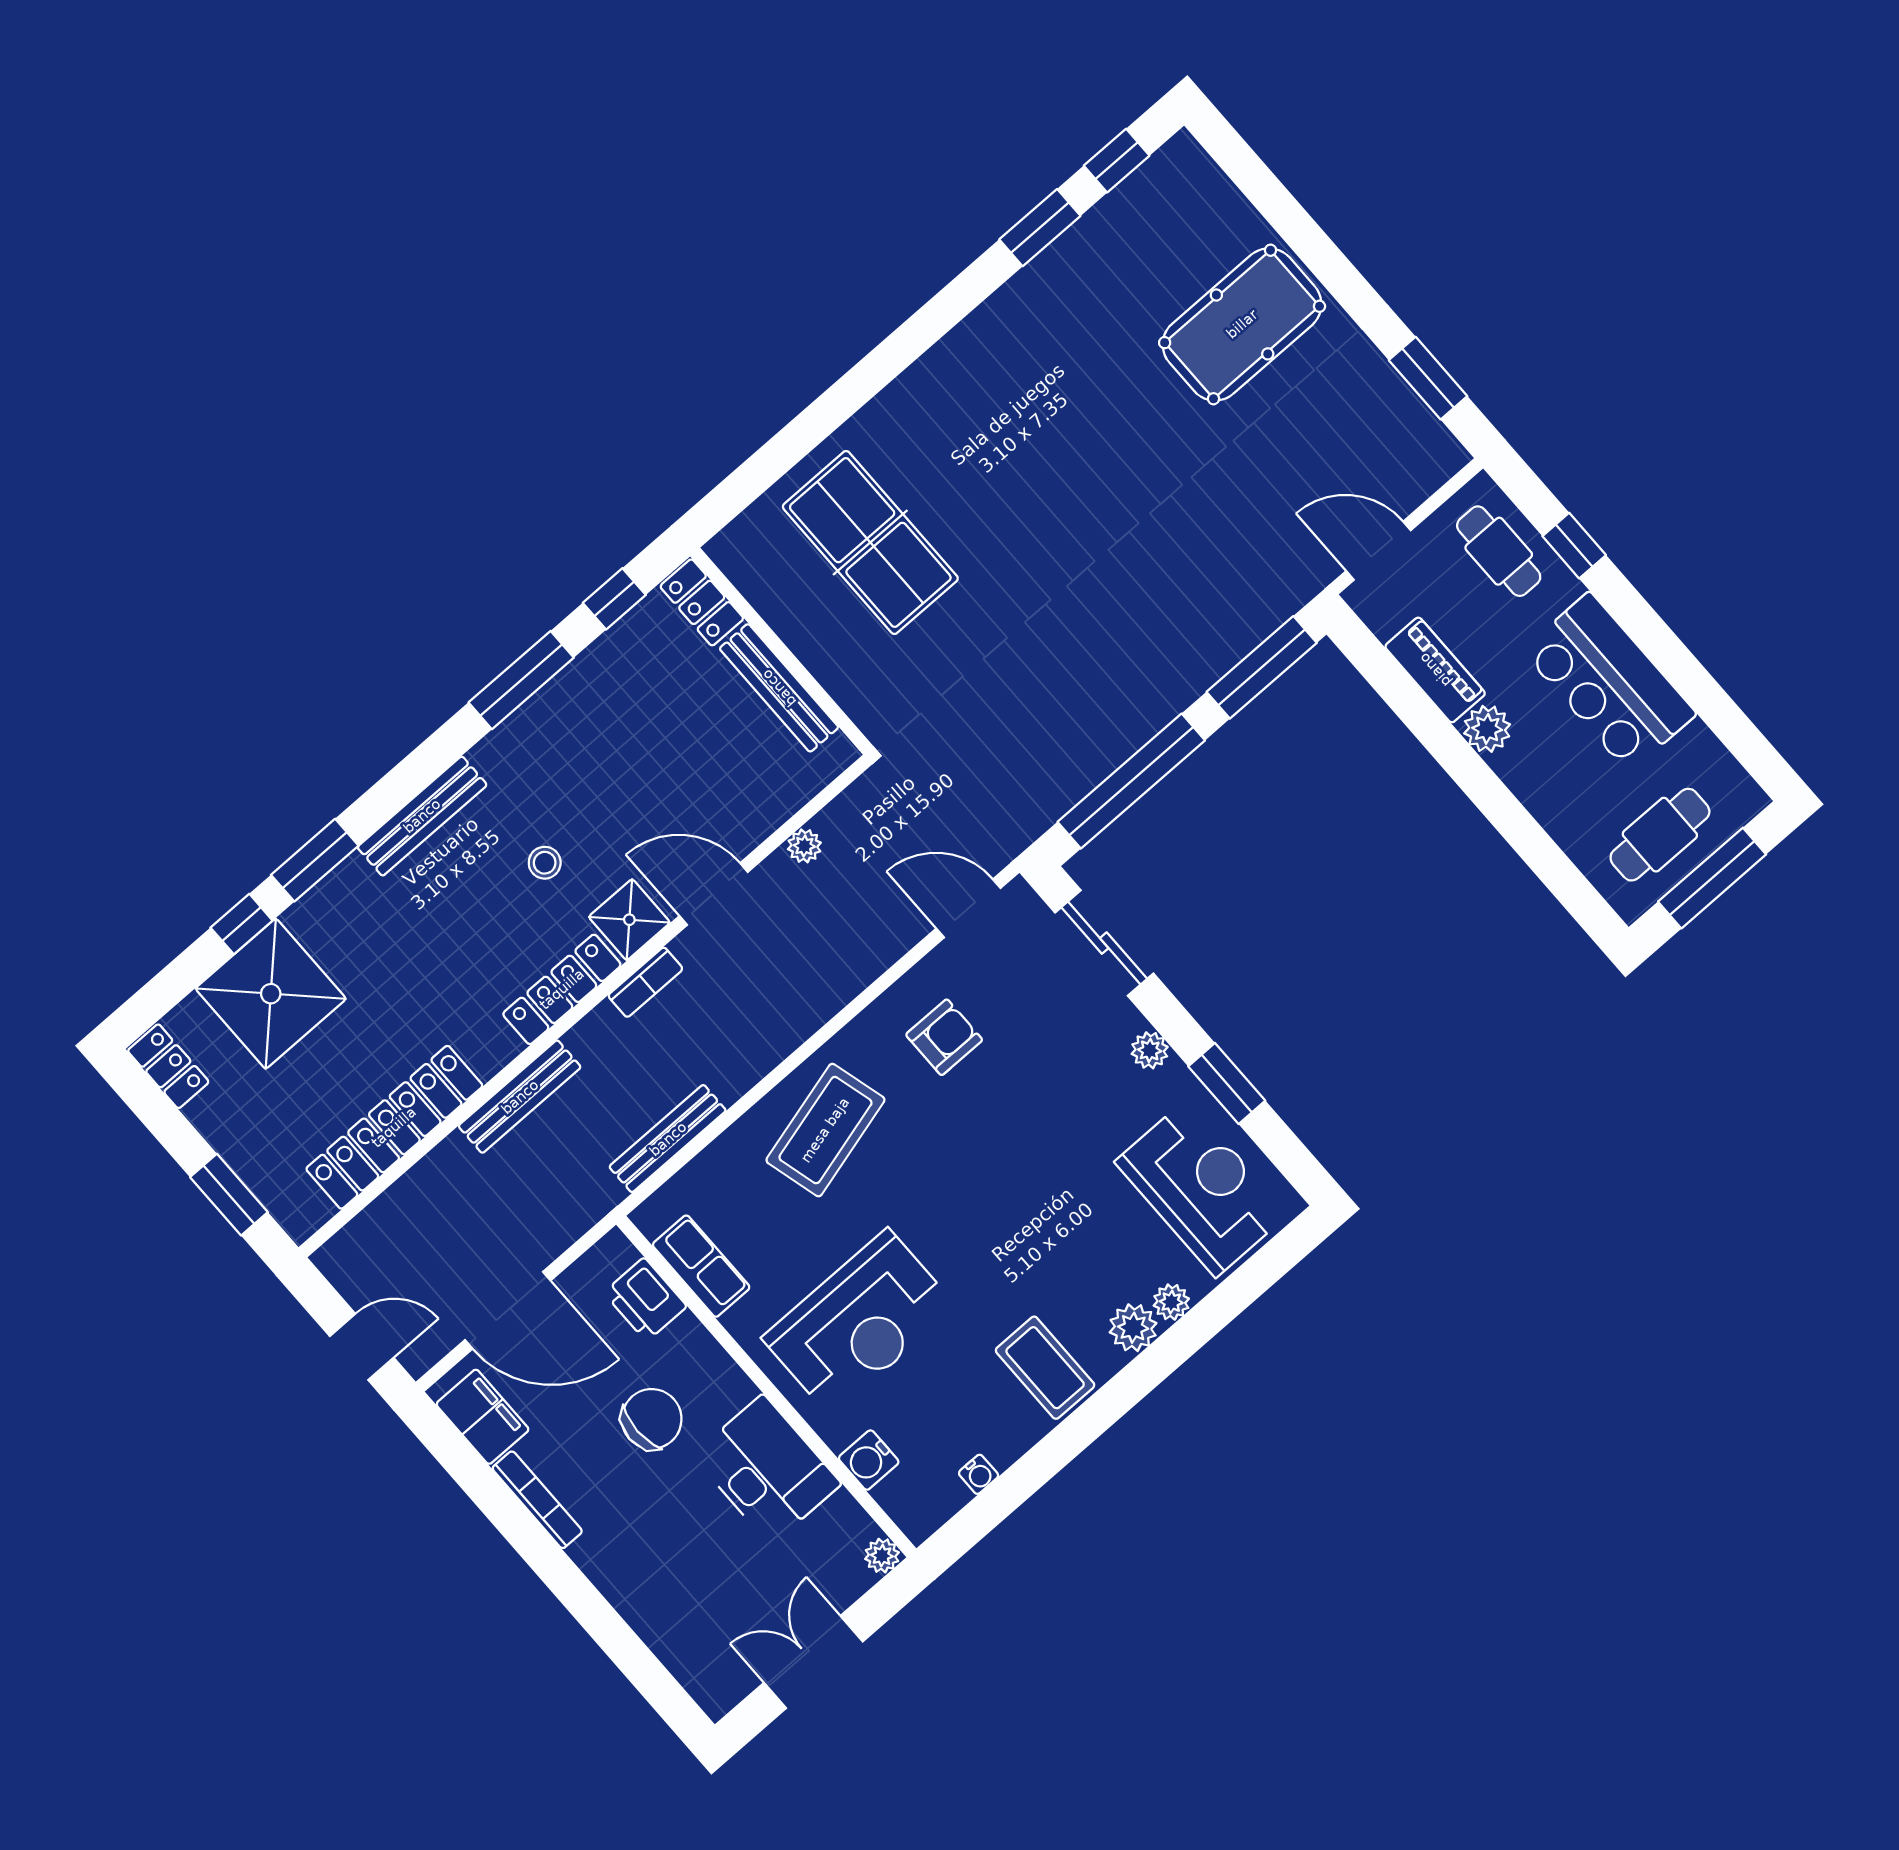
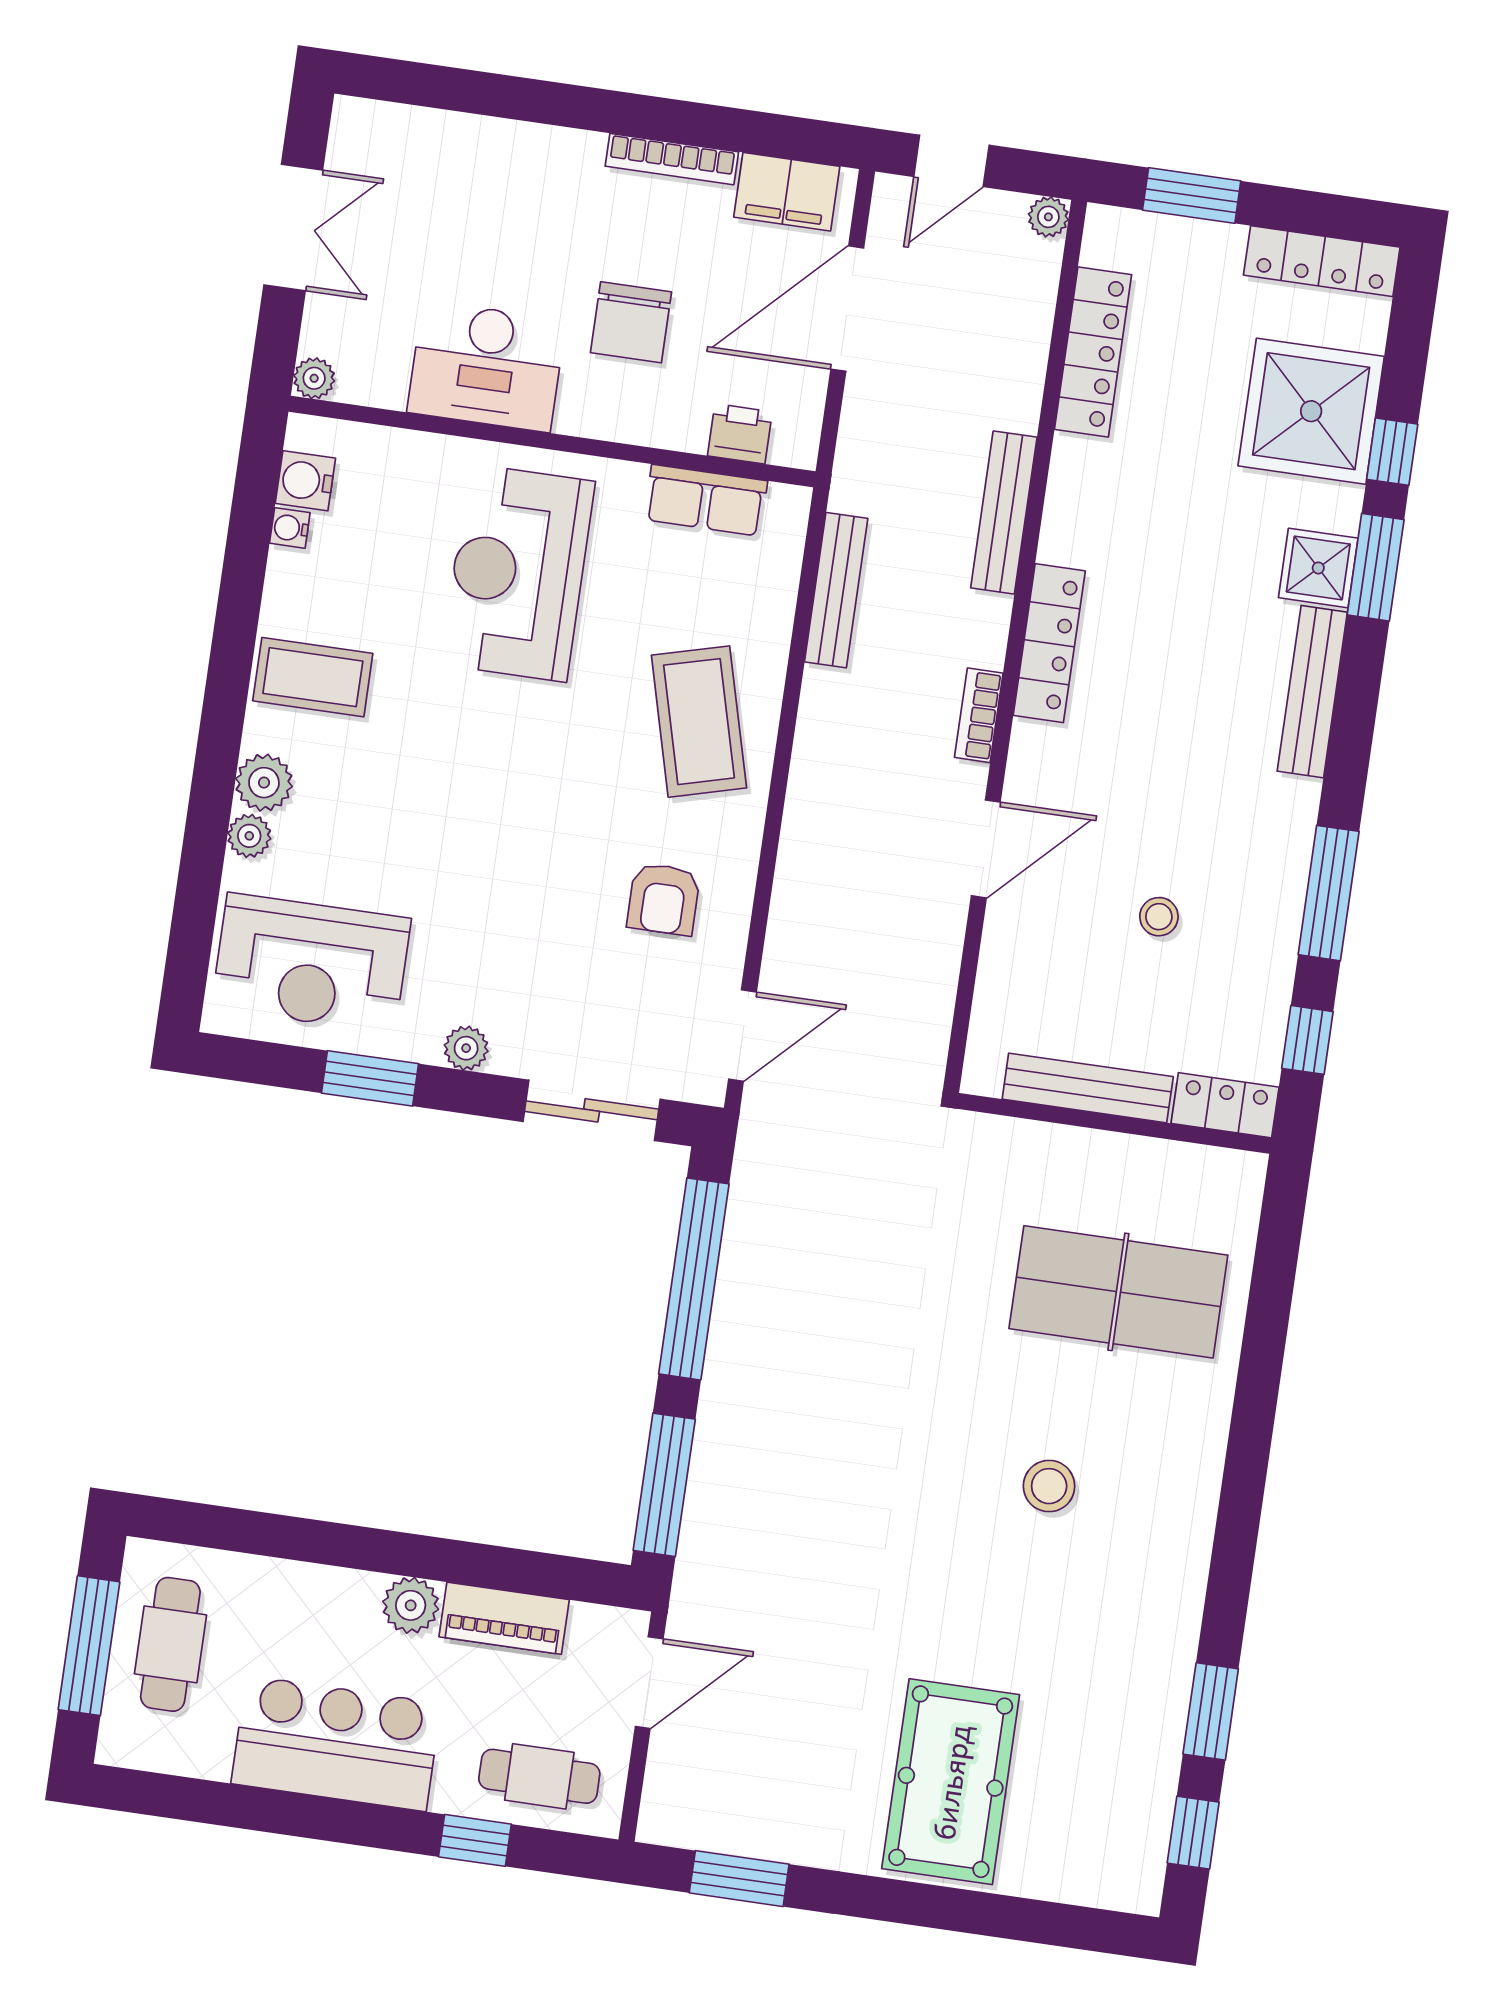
stool: (1020, 458) -> (1049, 1486), added
plant: (804, 846) -> (1048, 217), moved
stool: (545, 863) -> (1159, 917), moved
shower: (629, 920) -> (1318, 568), moved
locker: (168, 1066) -> (1322, 261), width x1.53
locker: (394, 1127) -> (1093, 352), width x0.71, depth x0.83
printer: (645, 1300) -> (740, 434), width x0.73, depth x0.81
water cooler: (869, 1460) -> (305, 481), moved, turned -90

